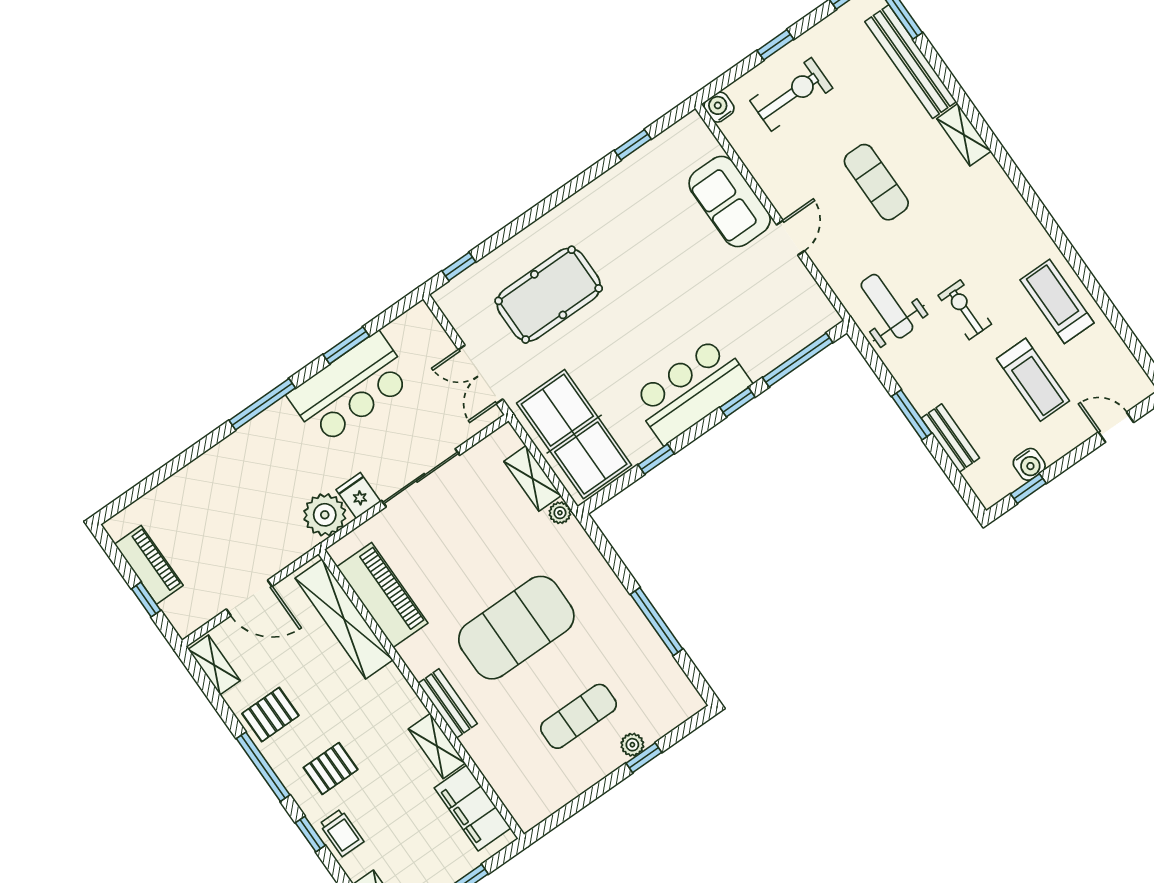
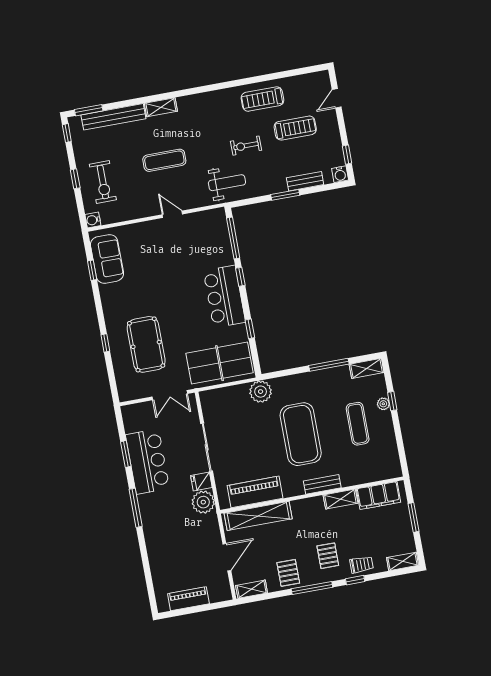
exercise bike: (791, 94) -> (103, 182), turned 180
sofa: (730, 202) -> (107, 259), moved, turned -90
window: (459, 266) -> (105, 343), moved
weight bench: (887, 306) -> (227, 183), turned 180
water cooler: (1029, 464) -> (340, 174), moved, turned 90
shelving: (532, 478) -> (367, 368), moved
plant: (560, 513) -> (261, 392), width x1.87, depth x1.87
window: (146, 600) -> (205, 608), removed

